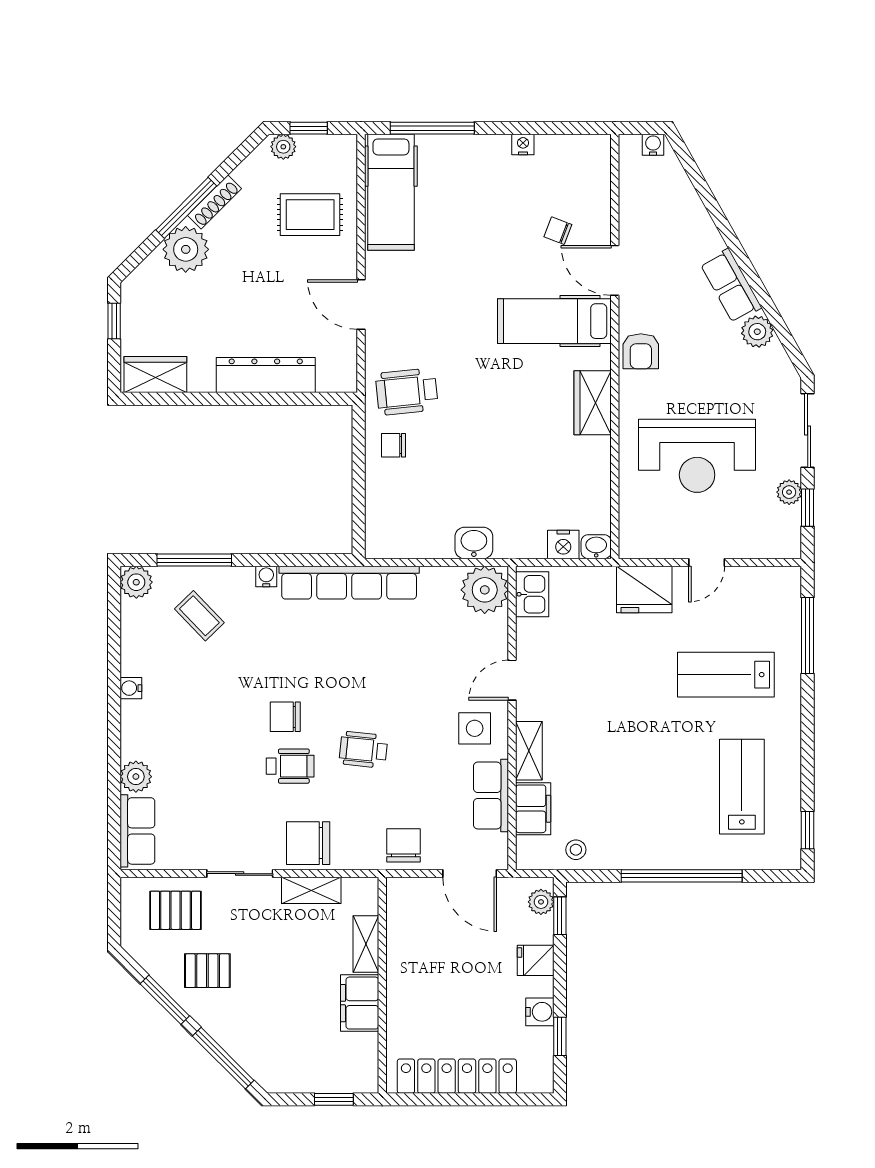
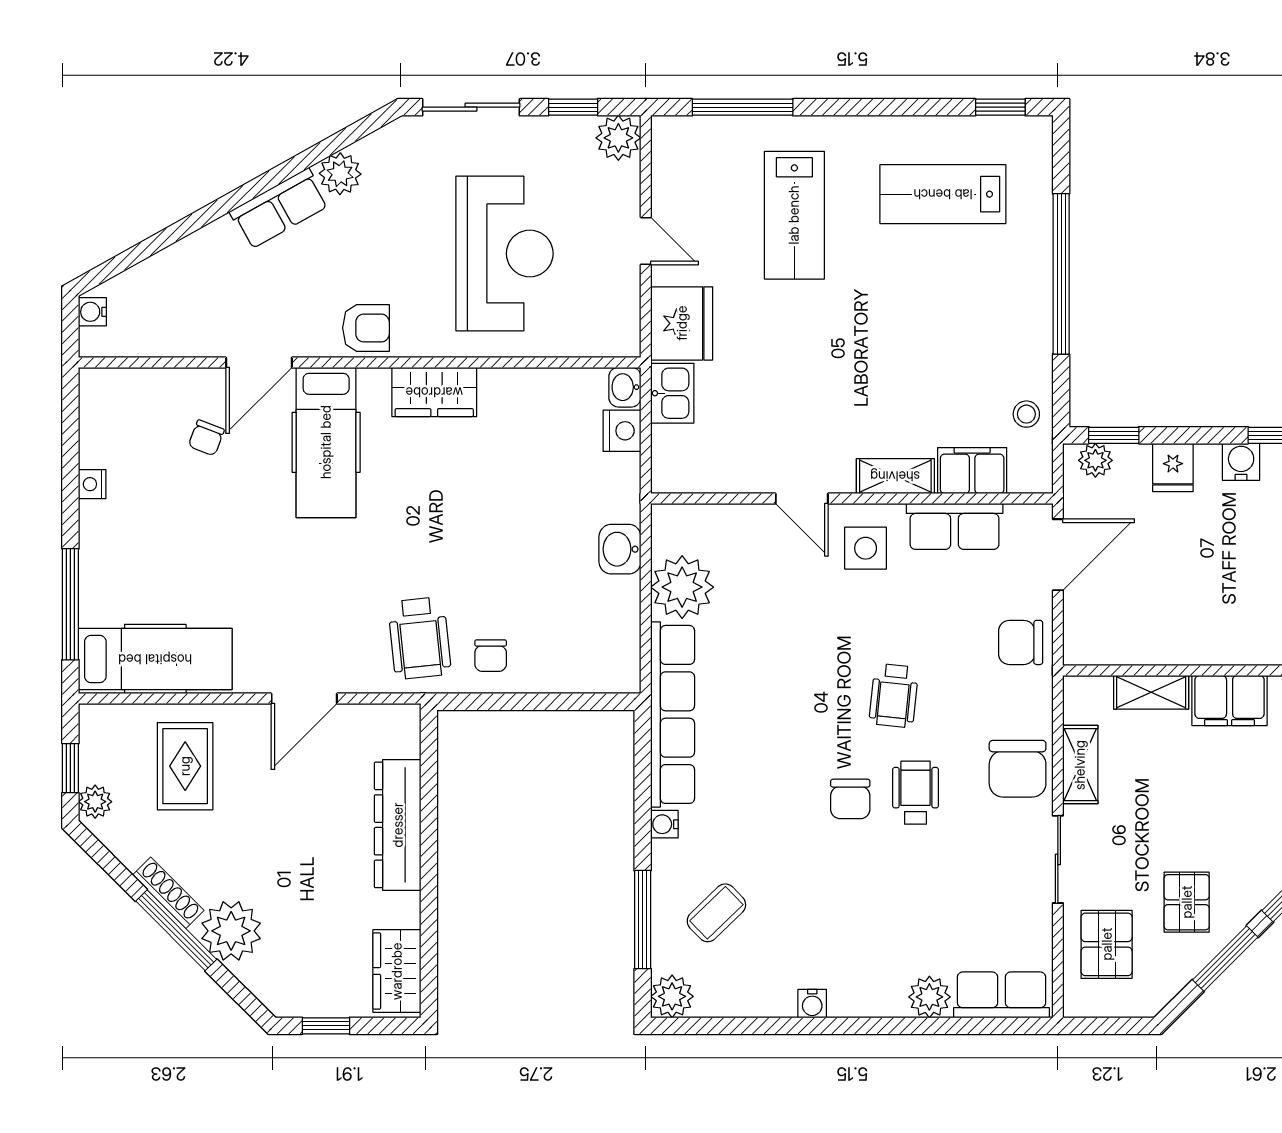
plant: (789, 492) -> (618, 138), moved, width x1.38, depth x1.38
plant: (485, 590) -> (682, 587), moved
kitchen sink: (532, 594) -> (672, 393), moved, turned 90

